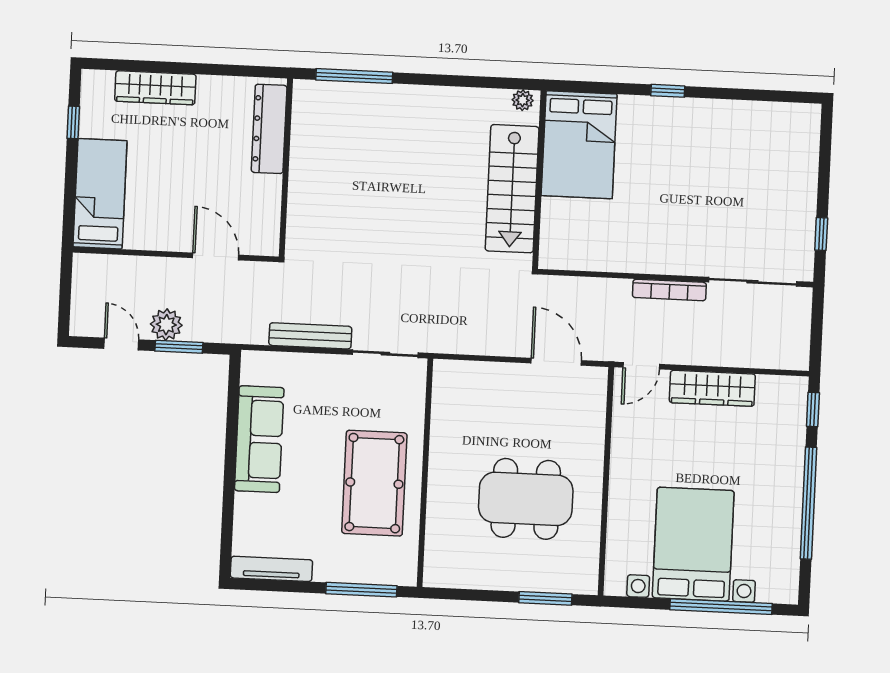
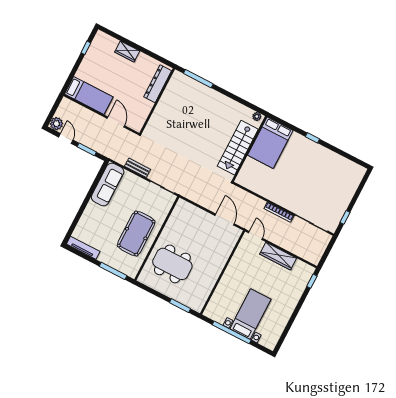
wardrobe: (155, 88) -> (127, 51), width x0.67
bed: (100, 194) -> (89, 95), moved, turned 90
plant: (166, 325) -> (56, 124), moved
bench: (310, 336) -> (138, 168), width x0.73
door: (641, 366) -> (256, 236), swing flipped
sofa: (259, 439) -> (108, 184), moved
dining table: (526, 499) -> (172, 264), moved
window: (808, 503) -> (294, 315), removed
bed with nightstands: (693, 544) -> (250, 314), width x0.73
window: (721, 607) -> (232, 332), moved

